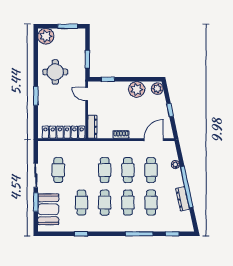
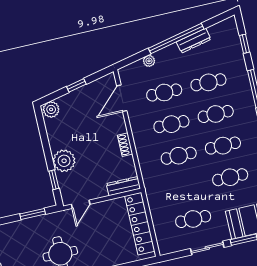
plant: (137, 89) -> (64, 161), moved
door: (154, 140) -> (122, 98), hinge flipped

